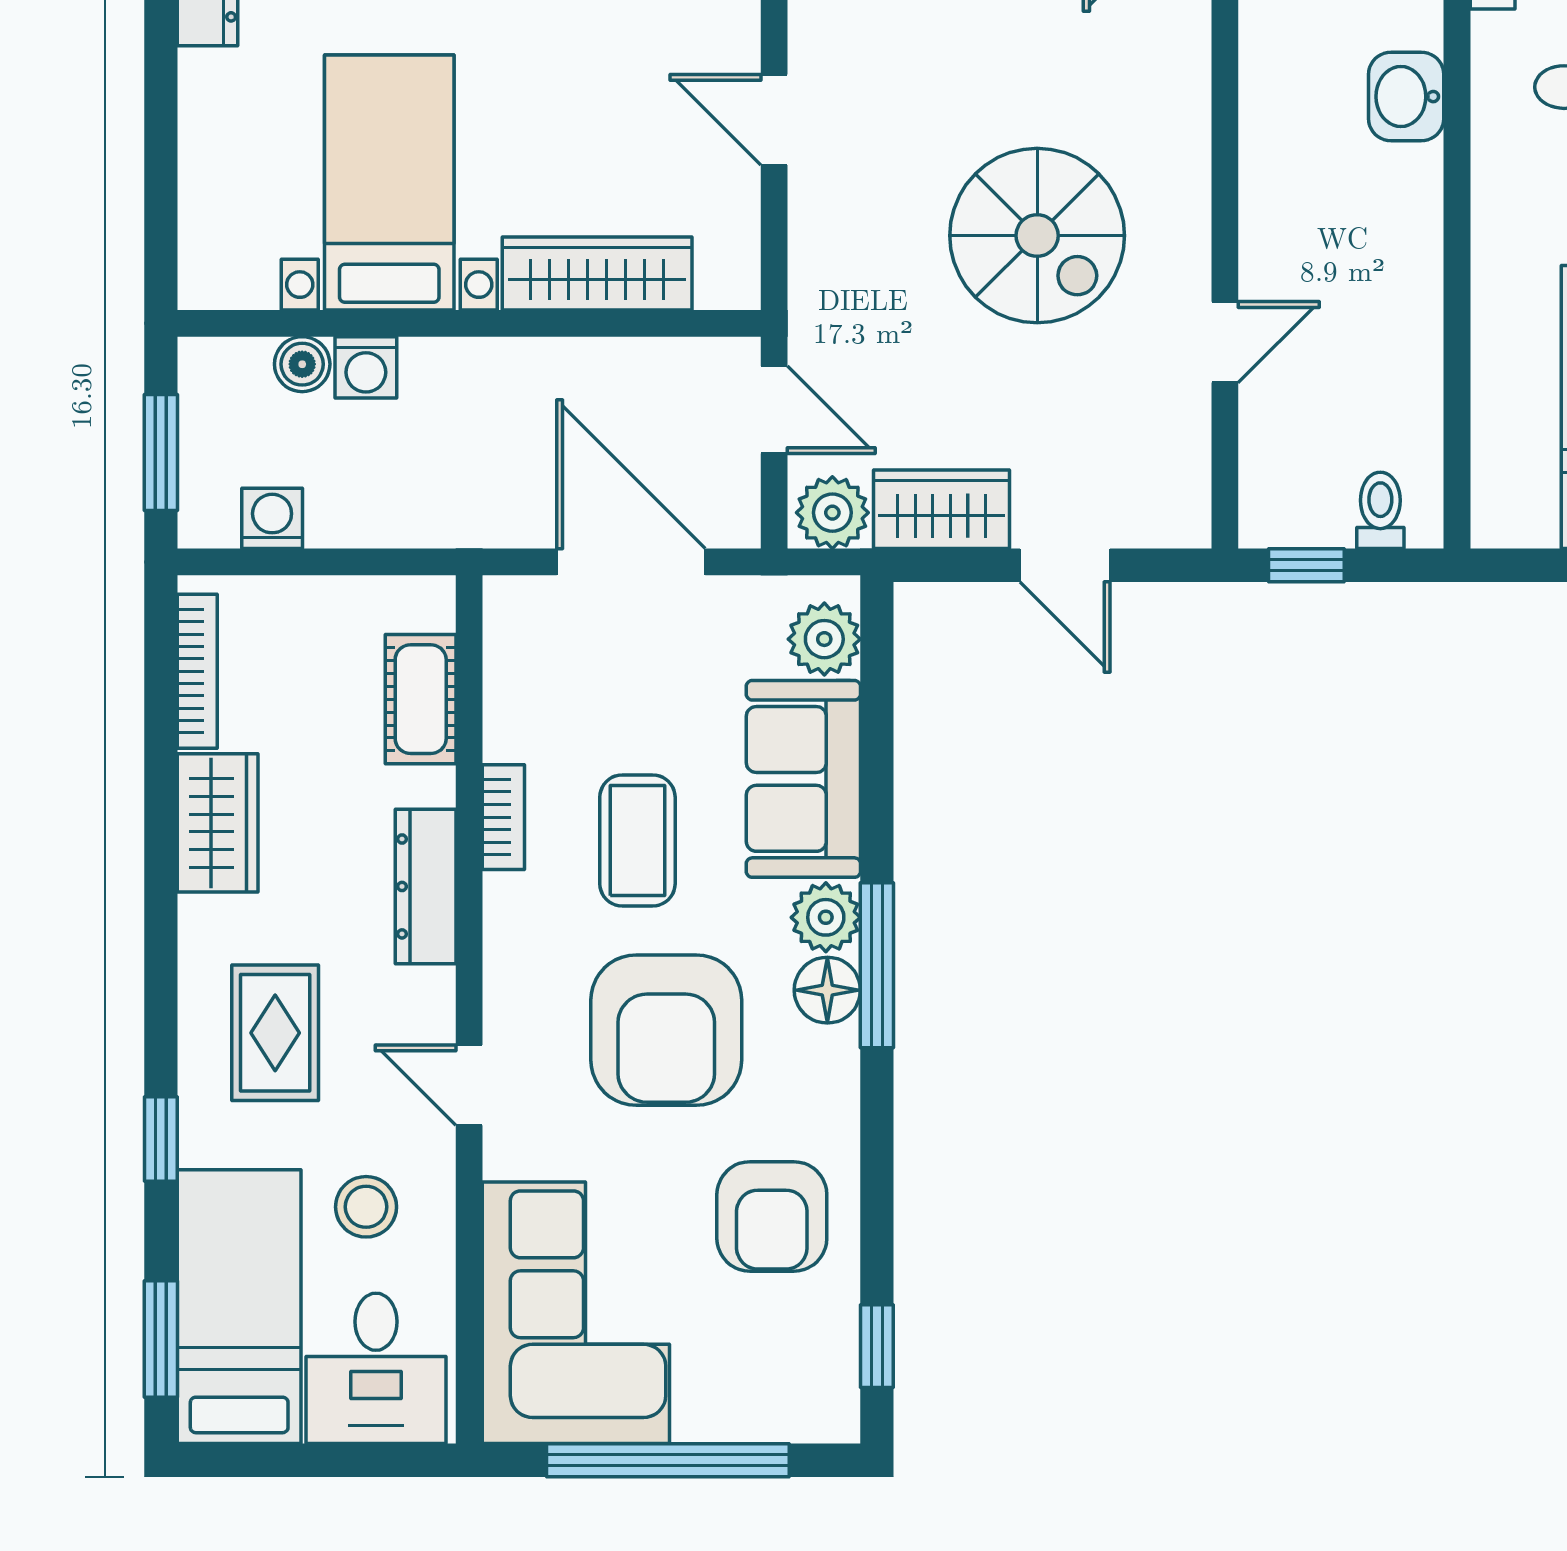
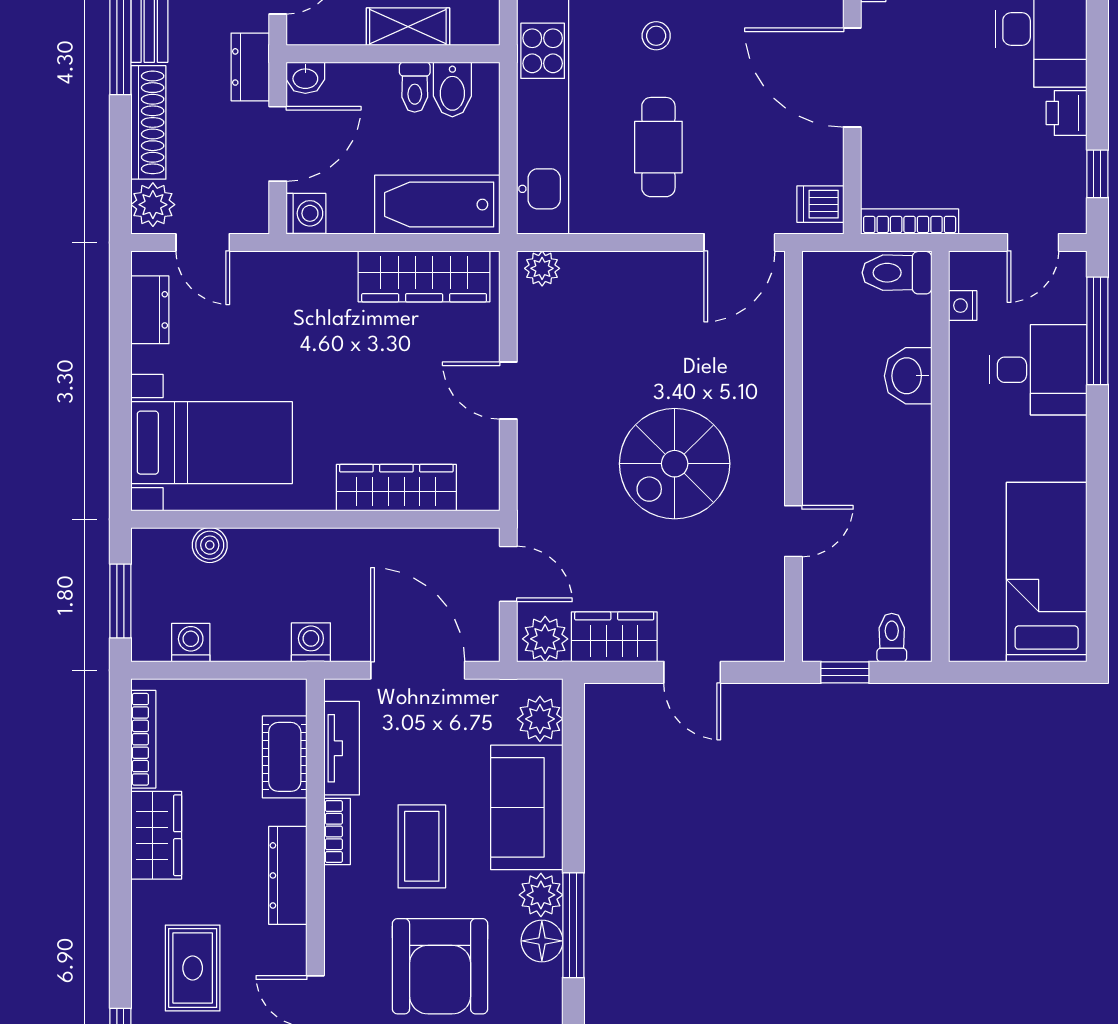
bed with nightstands: (389, 182) -> (212, 443), moved, turned 90
spiral stairs: (1037, 236) -> (675, 464), turned 90
washing machine: (366, 367) -> (311, 642), moved, turned 180
tv unit: (511, 685) -> (342, 748), added

